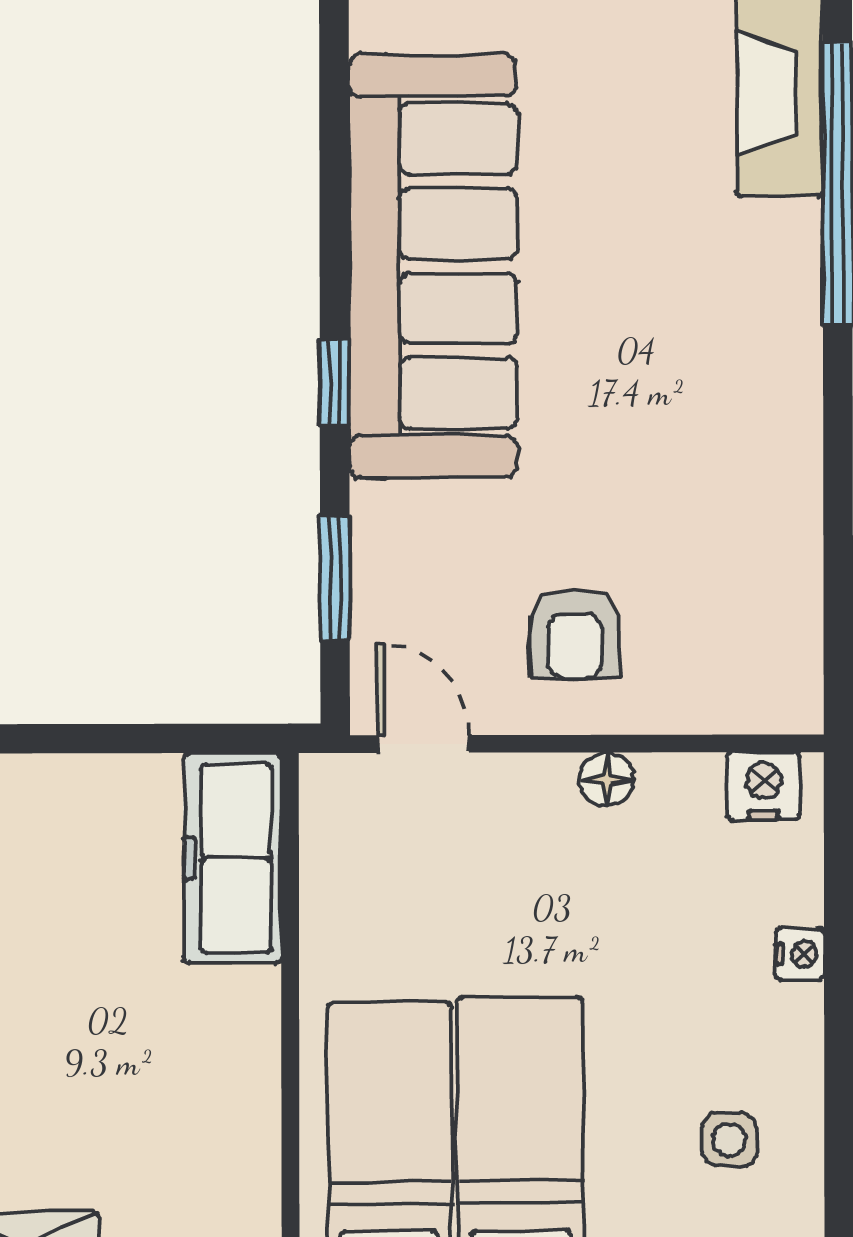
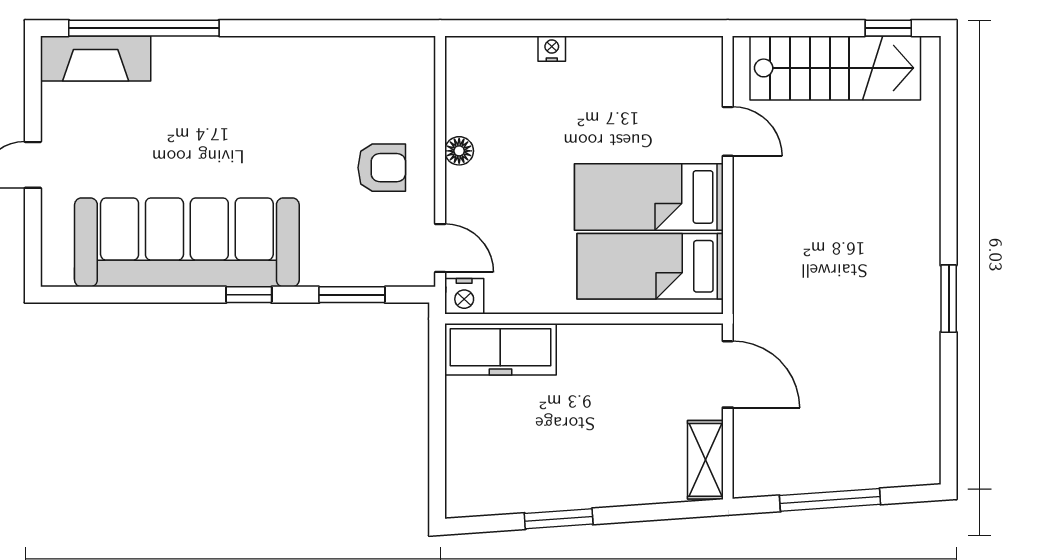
door: (423, 744) -> (440, 248), swing flipped
nightstand: (763, 786) -> (464, 296), moved, turned -90
side table: (729, 1140) -> (650, 86), removed

